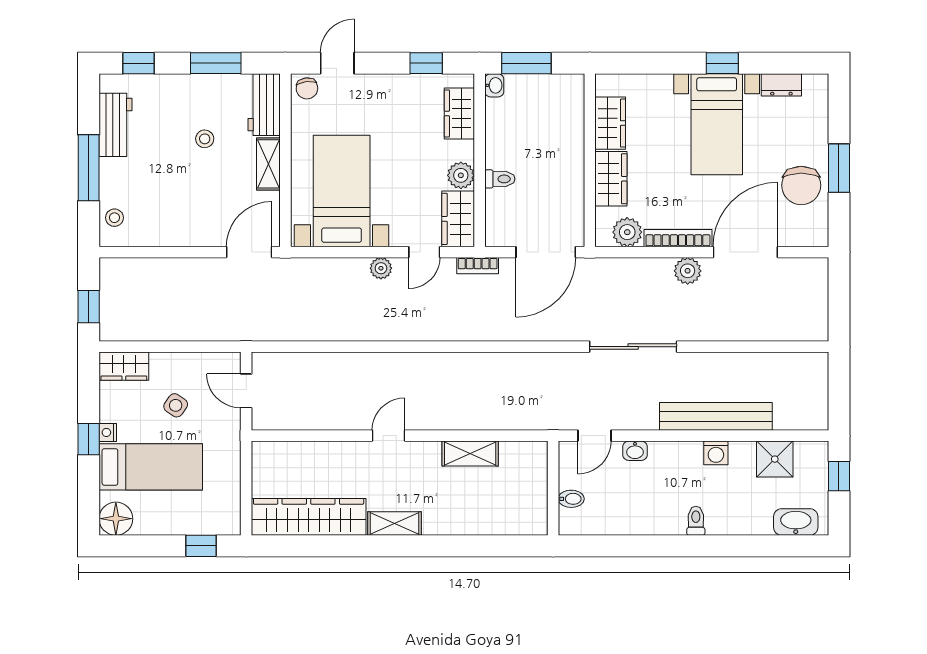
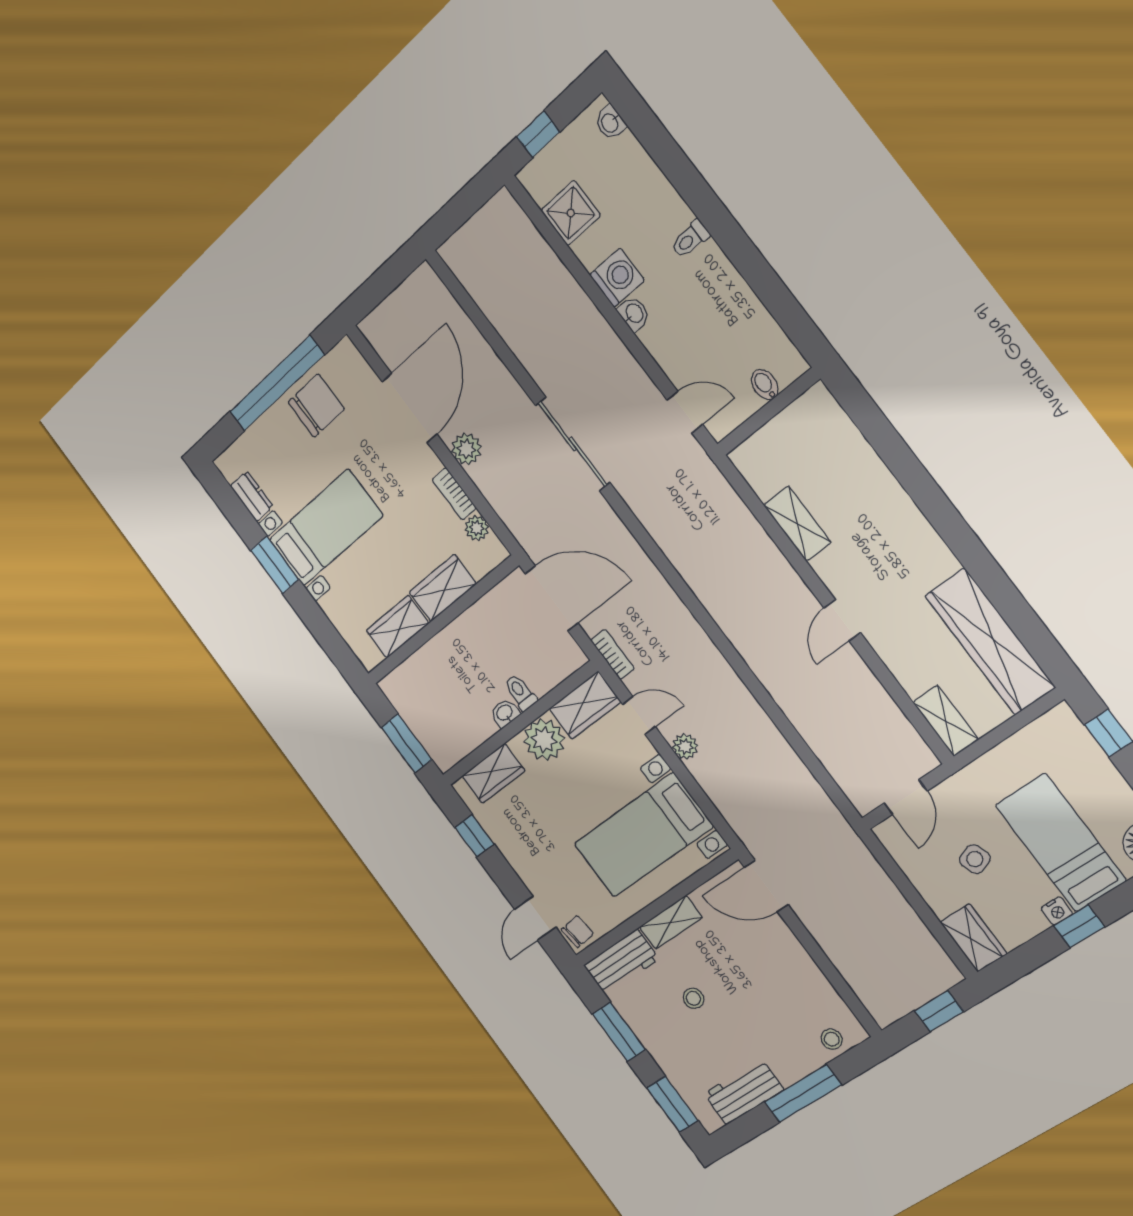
window: (139, 63) -> (672, 1104), width x1.50
door: (337, 63) -> (535, 918), hinge flipped
window: (722, 63) -> (275, 565), width x1.50
washbasin: (494, 85) -> (505, 713), moved
window: (839, 168) -> (277, 384), width x2.11
plant: (461, 175) -> (544, 740), width x1.36, depth x1.36
plant: (627, 232) -> (477, 528), width x0.73, depth x0.73
bookcase: (678, 238) -> (454, 494), width x0.64
door: (745, 252) -> (410, 408), swing flipped
side table: (176, 405) -> (975, 859), turned 36
bench: (716, 416) -> (575, 307), removed
door: (388, 436) -> (842, 620), hinge flipped
washbasin: (635, 451) -> (634, 314), moved
washing machine: (716, 453) -> (617, 277), width x1.38, depth x1.38
washbasin: (796, 522) -> (610, 123), width x0.52, depth x0.69
shelving: (395, 523) -> (946, 721), moved

